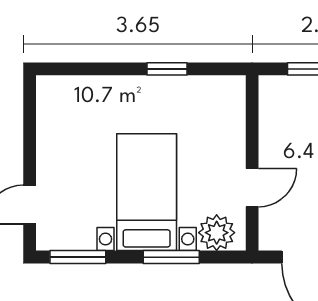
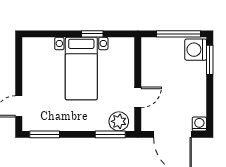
bed with nightstands: (147, 192) -> (81, 69), moved, turned 180
window: (171, 257) -> (110, 134), moved

